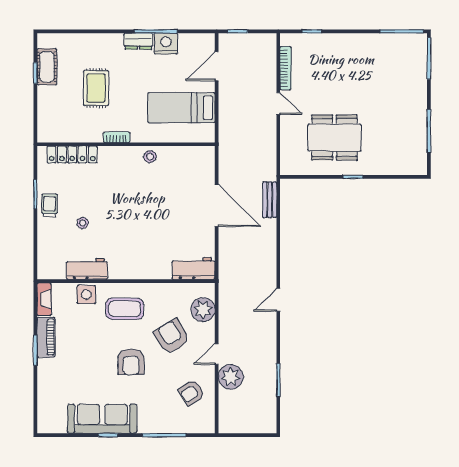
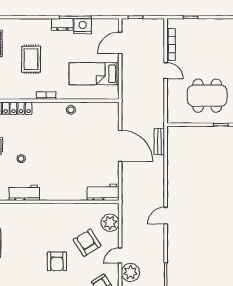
side table: (86, 294) -> (24, 212), removed
coffee table: (125, 309) -> (52, 222), removed

